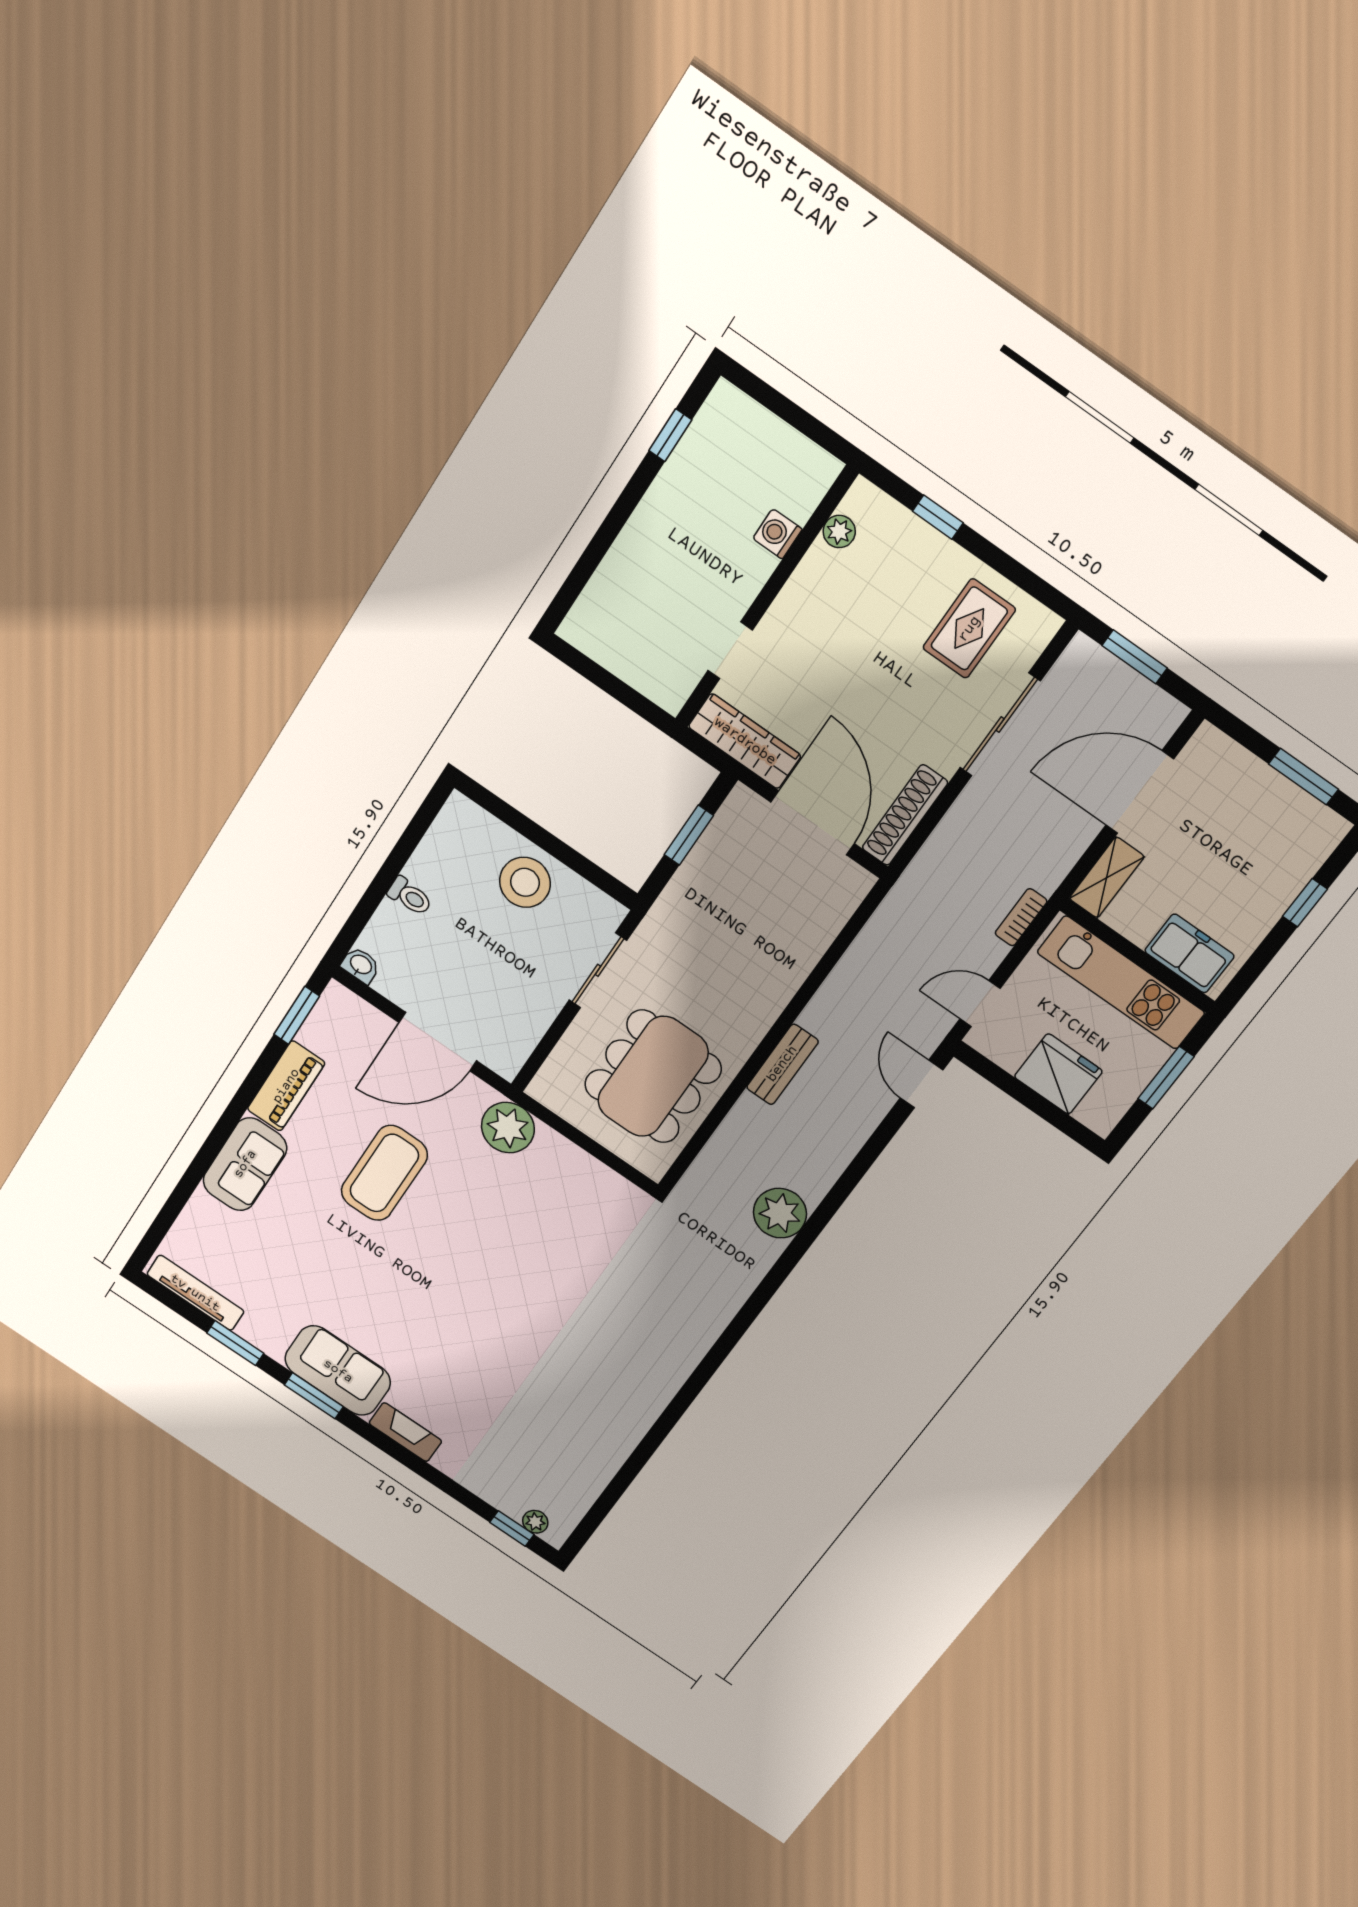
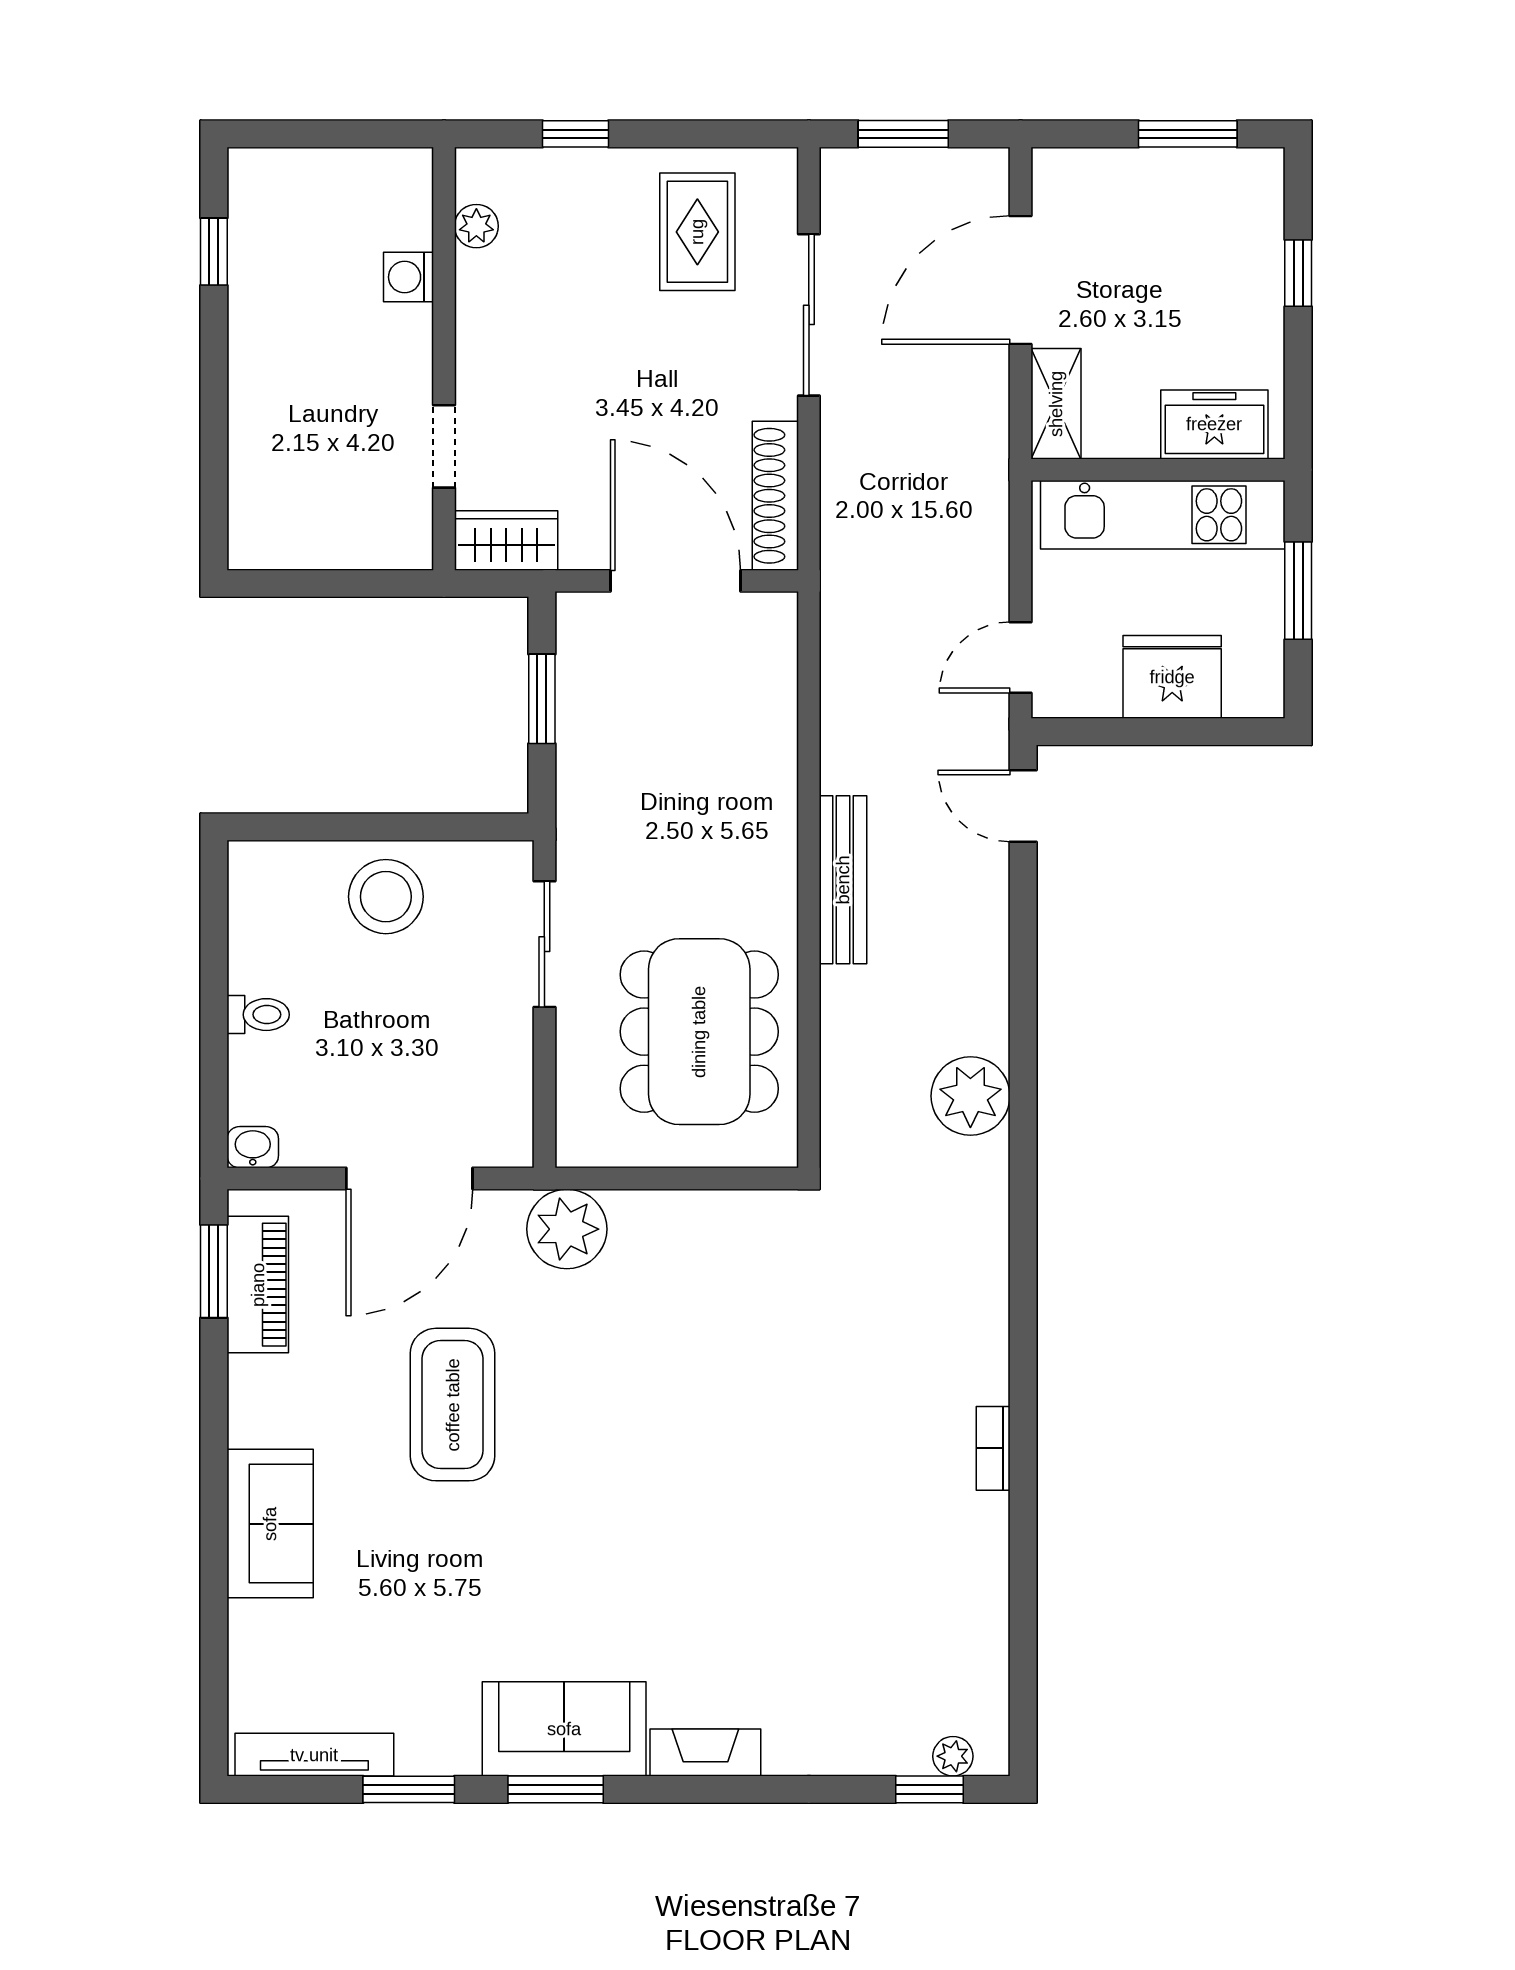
wardrobe: (745, 741) -> (506, 540), width x0.67
bookcase: (1021, 917) -> (993, 1448), moved
bench: (782, 1064) -> (843, 880), width x1.36
piano: (286, 1086) -> (258, 1285), moved

